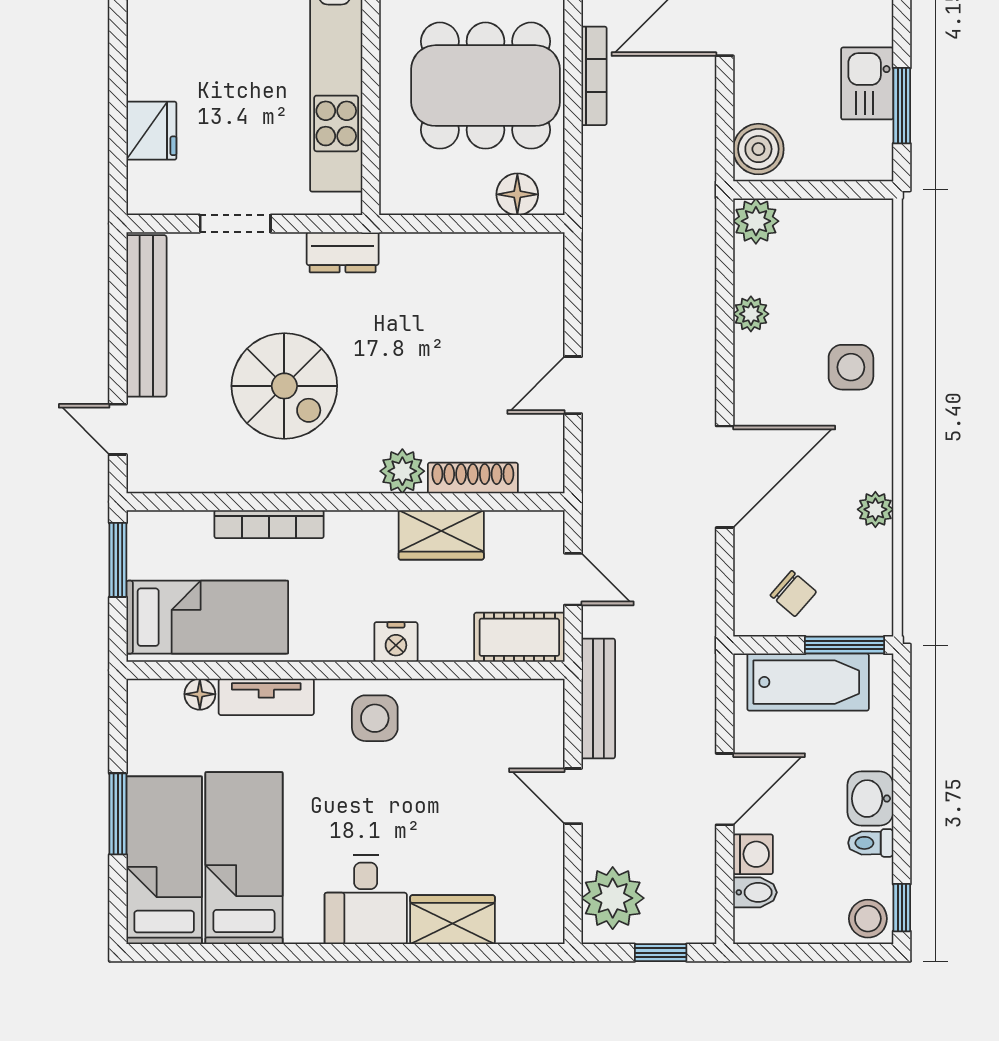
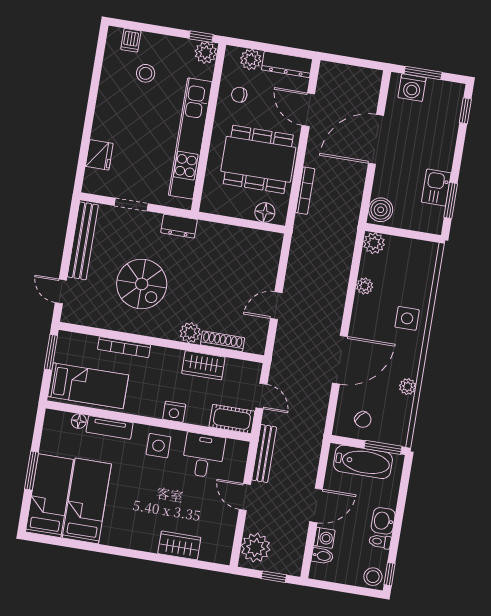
bookcase: (594, 76) -> (305, 191), moved
desk: (366, 900) -> (203, 455), moved, turned 180

